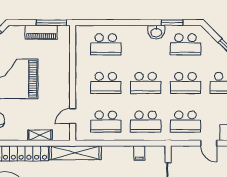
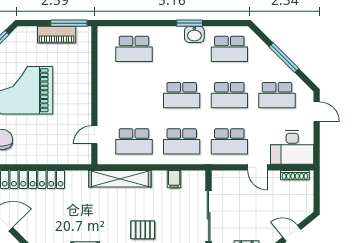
window: (172, 23) -> (190, 23), moved
school desk: (106, 83) -> (134, 95), removed
shelving: (40, 135) -> (55, 158), removed
shelving: (75, 153) -> (120, 179), moved

